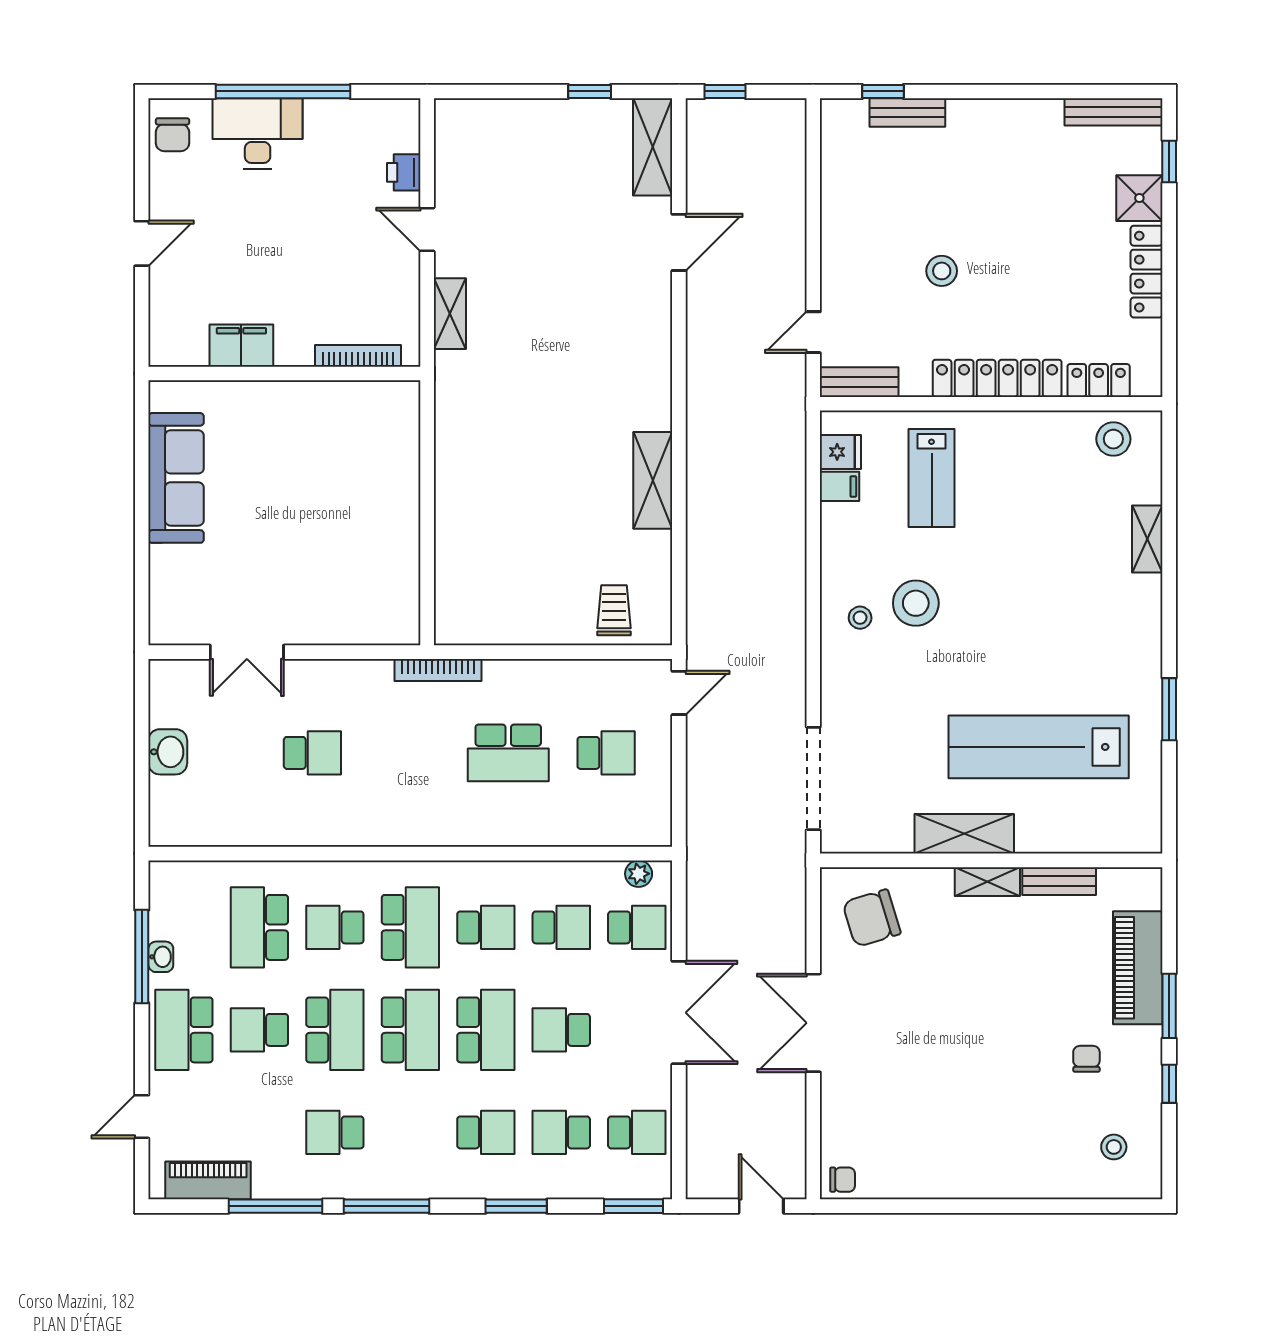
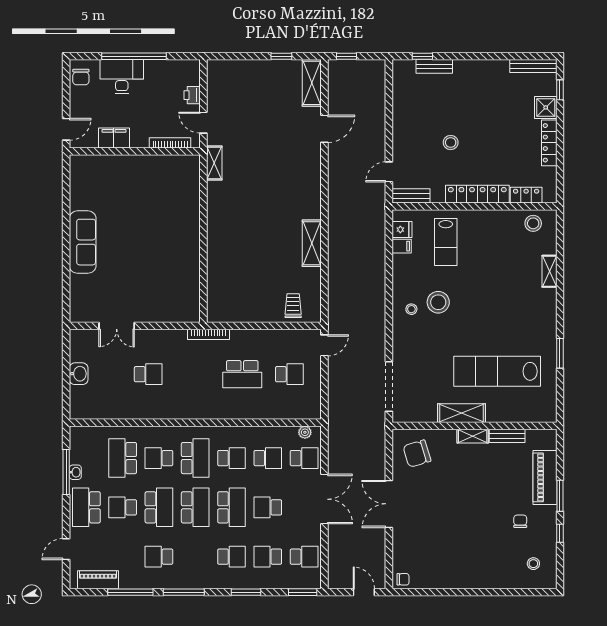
filing cabinet: (241, 346) -> (114, 138), moved
bookcase: (358, 356) -> (170, 143), moved
wall: (284, 374) -> (135, 151), moved

